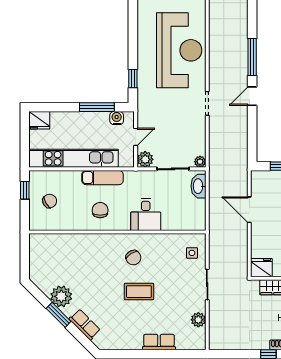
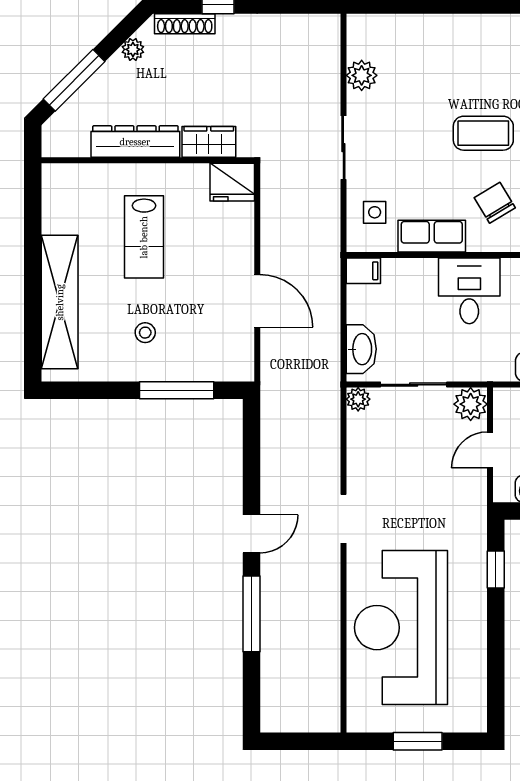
filing cabinet: (197, 224) -> (363, 271), added
row of seats: (159, 342) -> (432, 236), moved, turned 180

